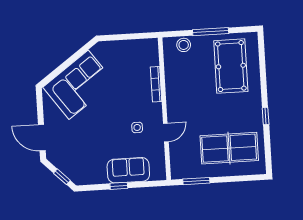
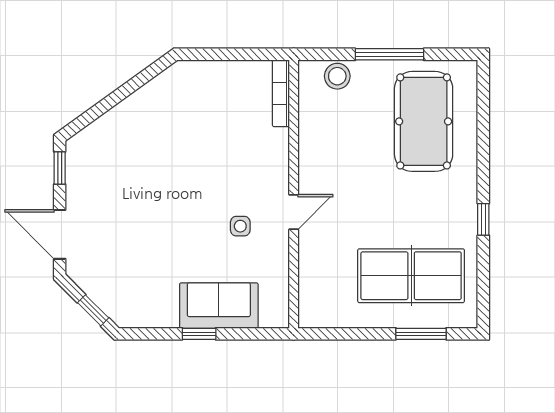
bookcase: (156, 84) -> (281, 93), moved
corner sofa: (79, 85) -> (135, 139), removed
window: (40, 103) -> (60, 168), added
door: (166, 132) -> (294, 212), moved
window: (196, 181) -> (421, 334), moved

